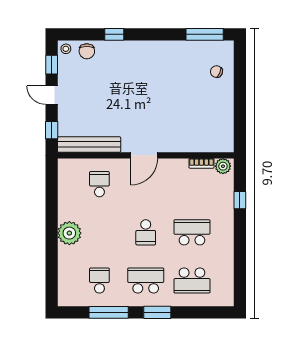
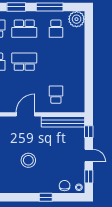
stool: (140, 88) -> (28, 160), added
school desk: (99, 184) -> (56, 95), turned 180
school desk: (146, 232) -> (24, 62), width x1.85
plant: (69, 233) -> (77, 19), moved

